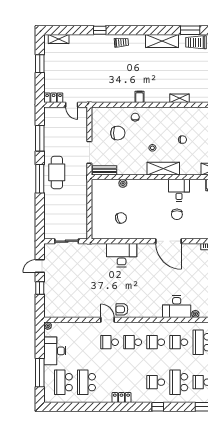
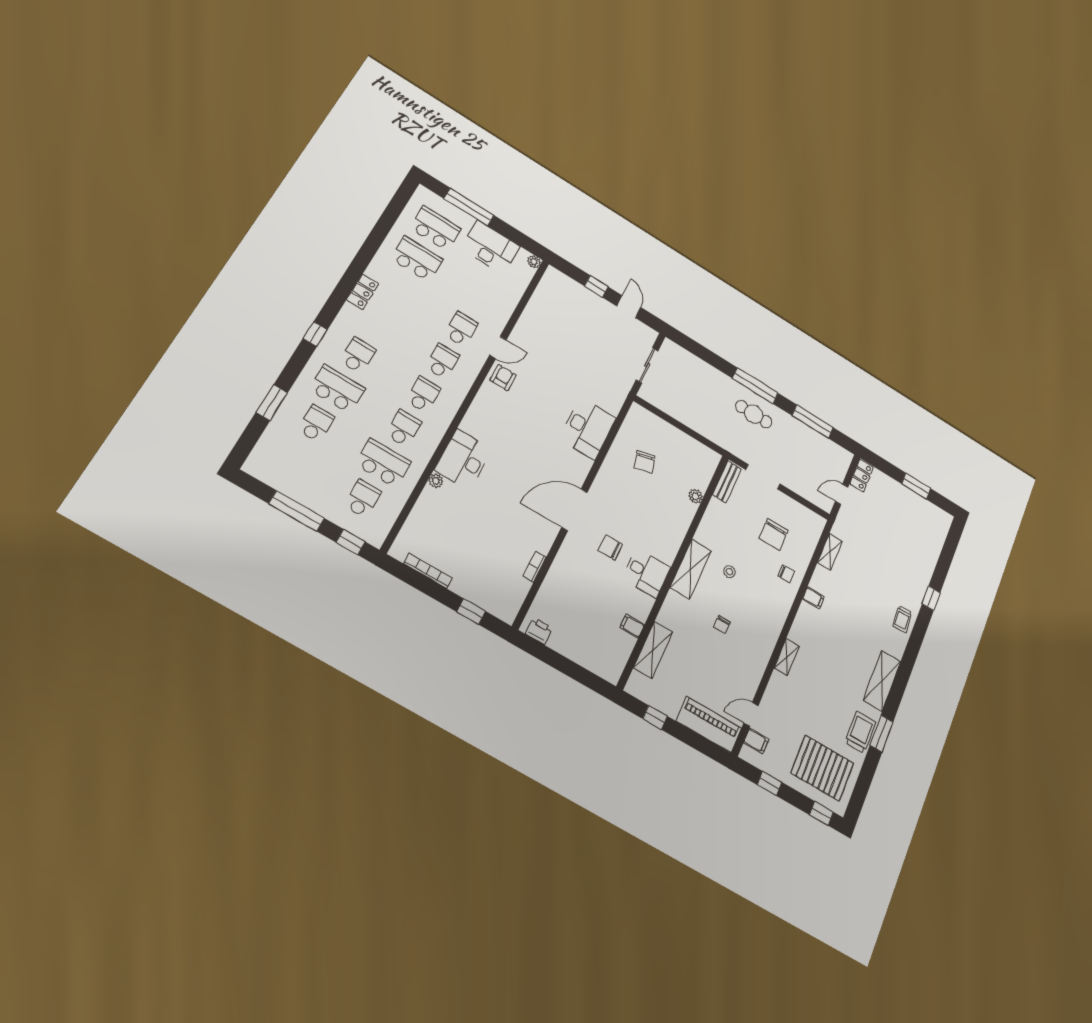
shelving: (59, 39) -> (830, 552), moved
cafe table: (57, 172) -> (754, 414), width x0.73, depth x0.74

